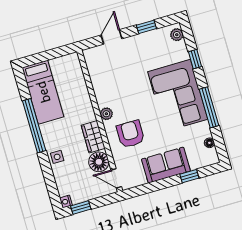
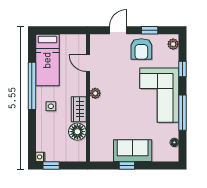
armchair: (130, 134) -> (141, 49), moved, turned 180
side table: (57, 157) -> (51, 106), moved
window: (189, 176) -> (127, 165), moved
door: (116, 178) -> (88, 63), moved

